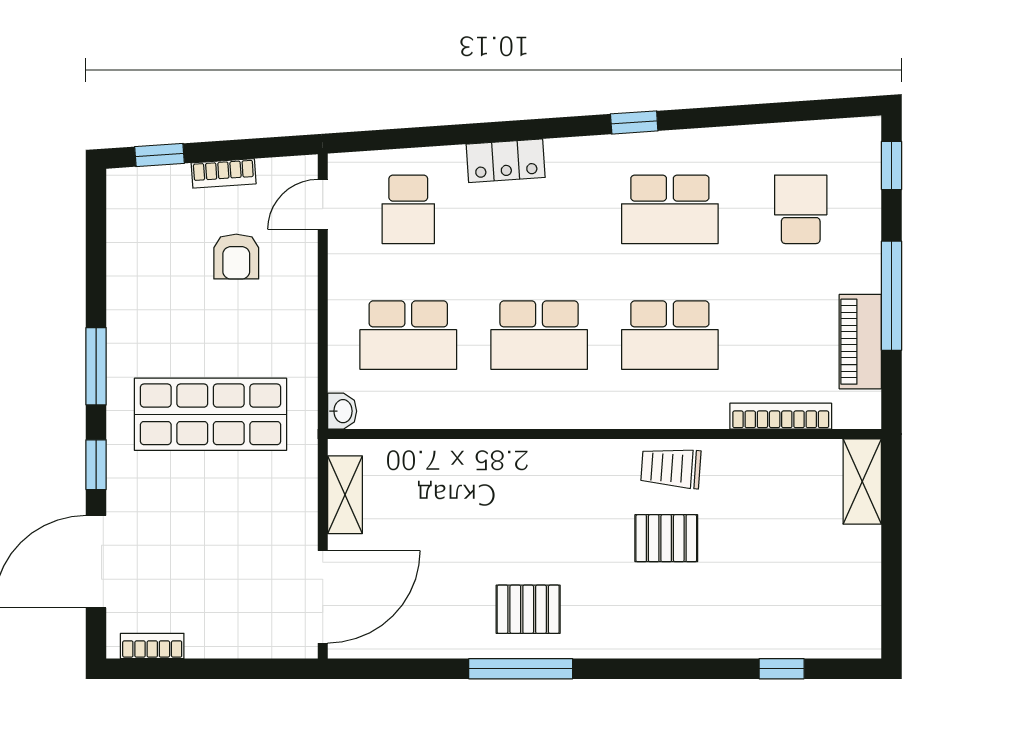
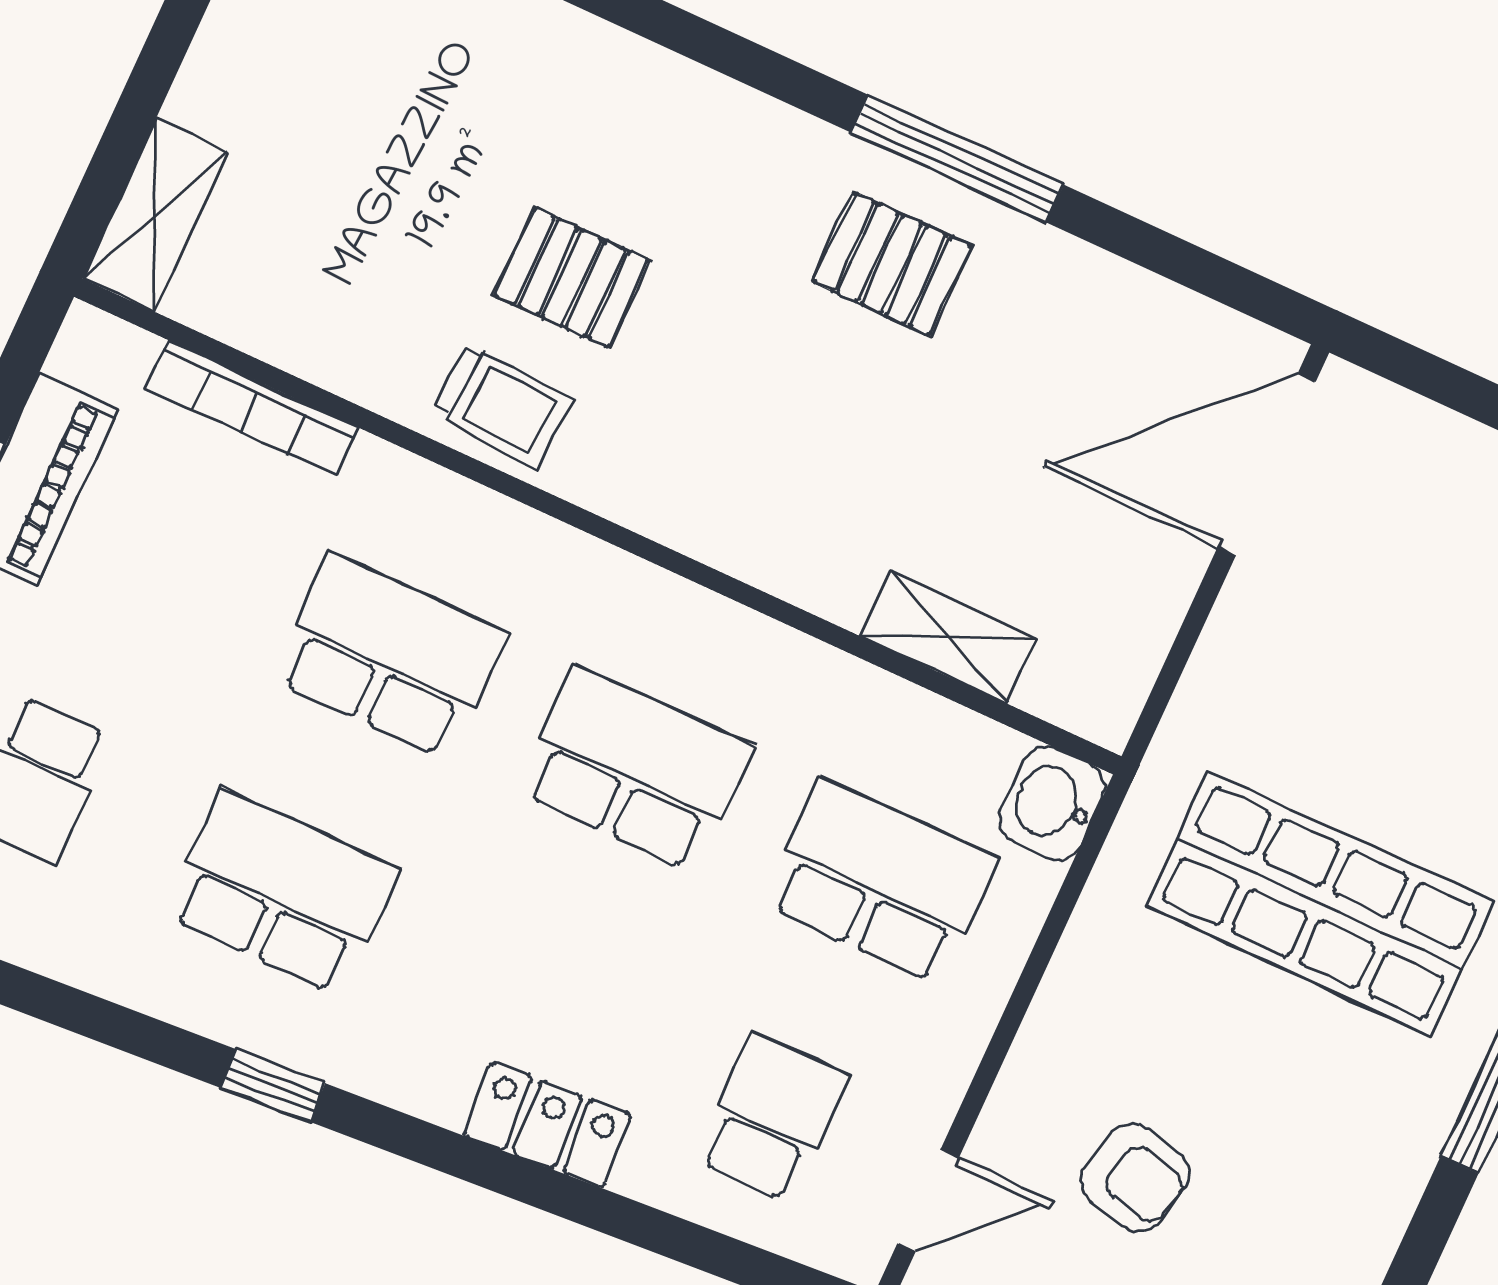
armchair: (236, 256) -> (1135, 1177), turned 103
washbasin: (342, 411) -> (1052, 803), width x1.38, depth x1.45
shelving: (345, 495) -> (948, 637), moved, turned 90

